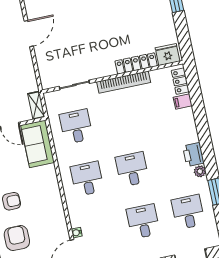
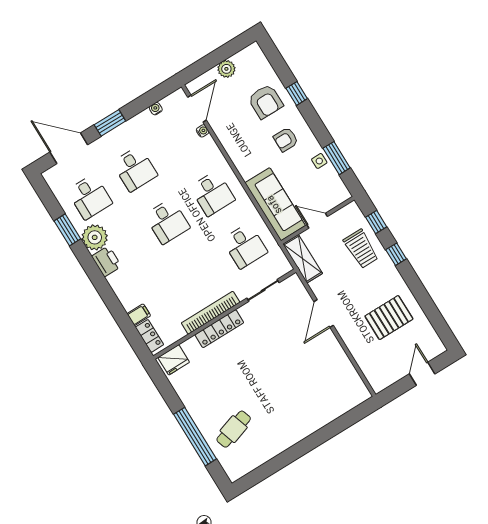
door: (29, 34) -> (324, 314), moved
locker: (136, 63) -> (219, 329), moved
shelving: (36, 105) -> (303, 259), width x1.50, depth x1.33
sofa: (38, 144) -> (275, 204), width x1.36
plant: (200, 171) -> (95, 237), width x1.88, depth x1.88

